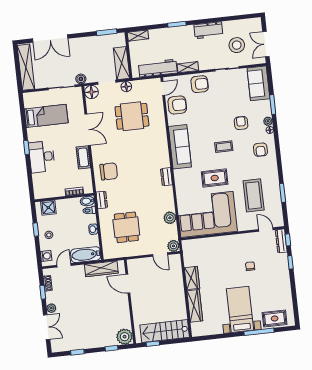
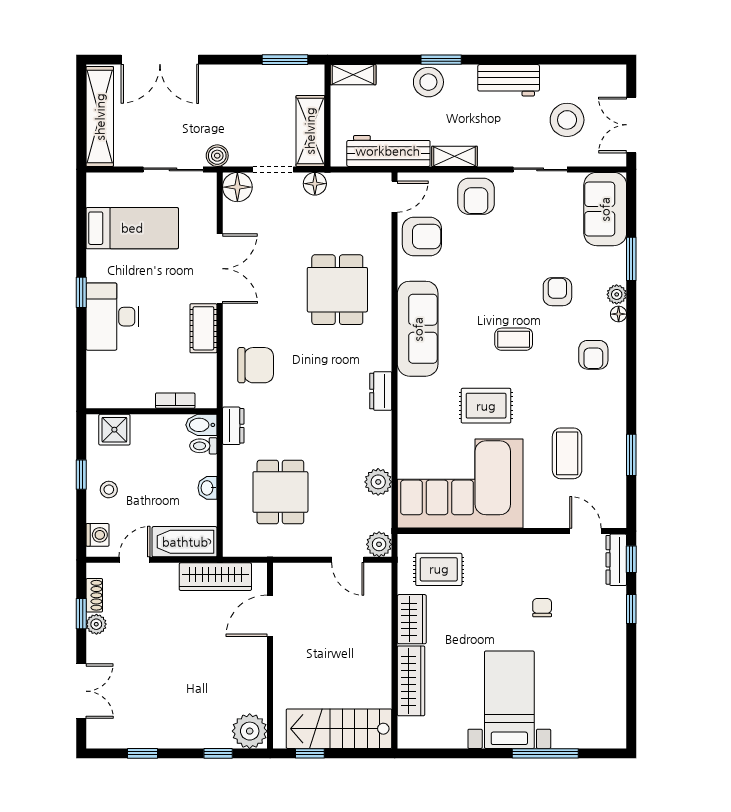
stool: (172, 35) -> (428, 82), added
armchair: (200, 84) -> (476, 196), turned 90
dining table: (132, 116) -> (337, 290), moved, turned 90
coffee table: (254, 195) -> (567, 453), width x0.73, depth x0.76
door: (128, 284) -> (270, 616), hinge flipped
plant: (51, 308) -> (96, 624), moved
rug: (275, 318) -> (439, 569), moved

